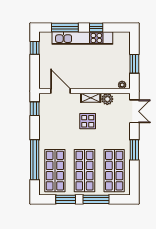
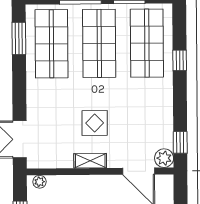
plant: (107, 99) -> (164, 158), moved
window: (134, 150) -> (19, 38), moved
window: (35, 160) -> (180, 60), width x0.32

